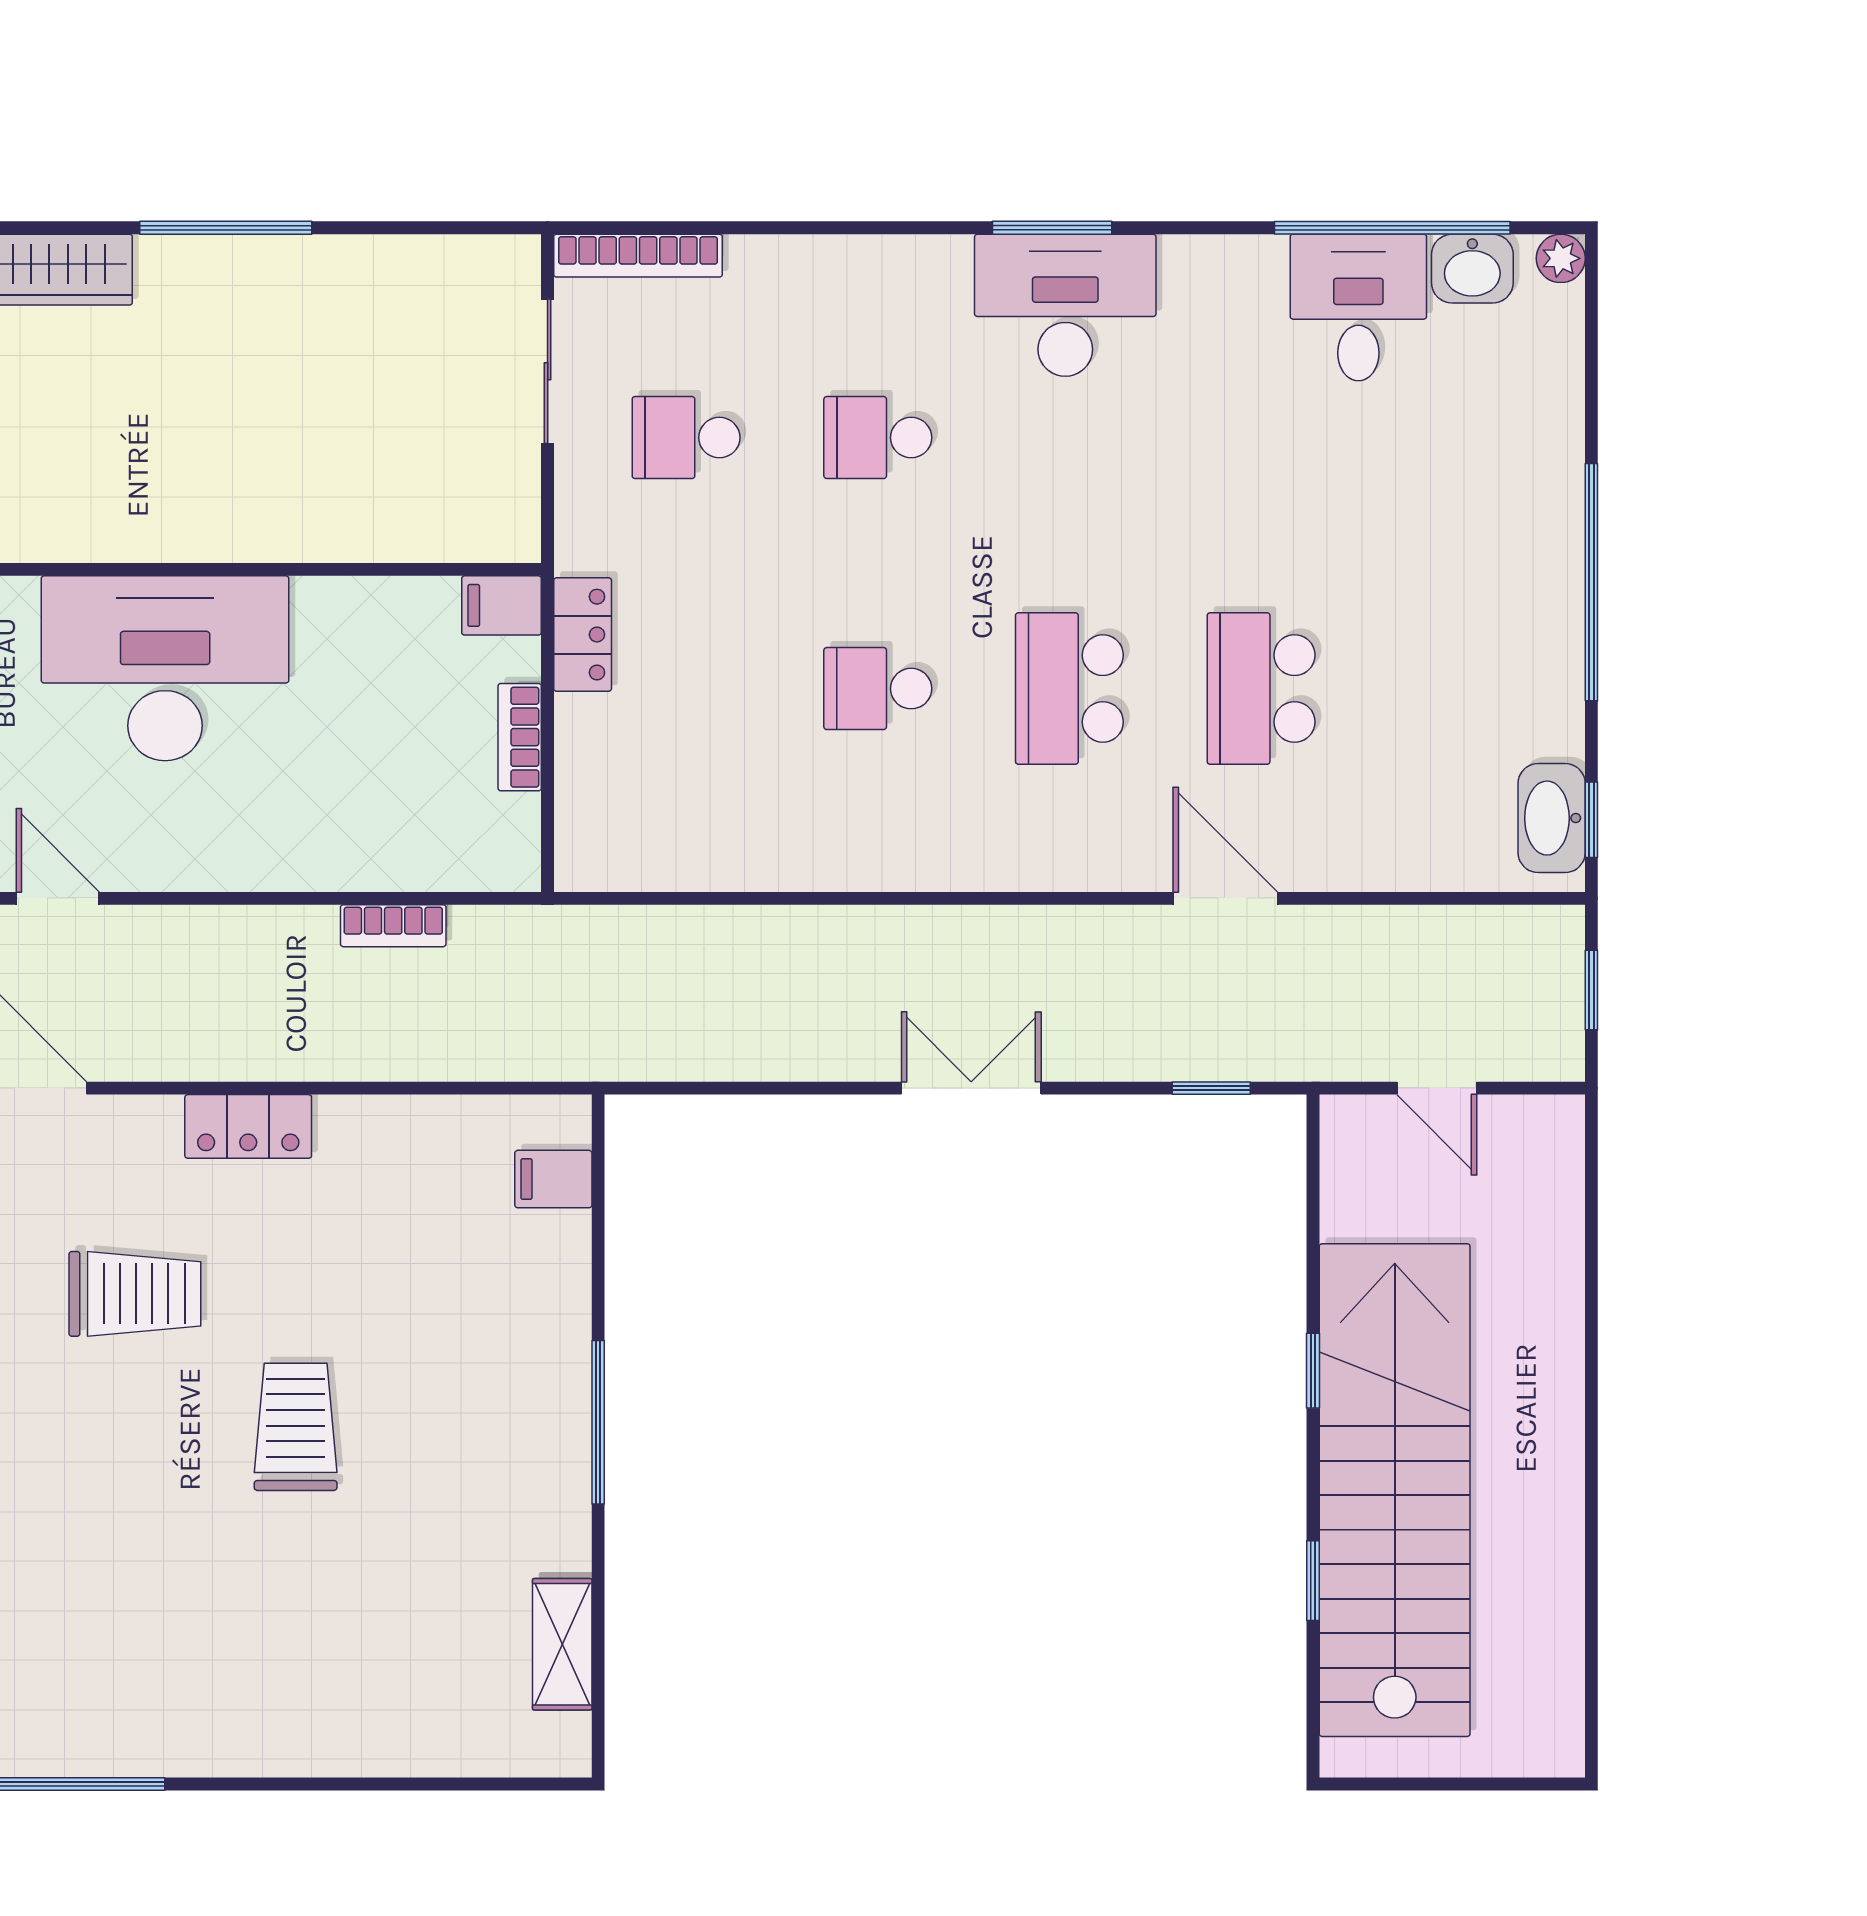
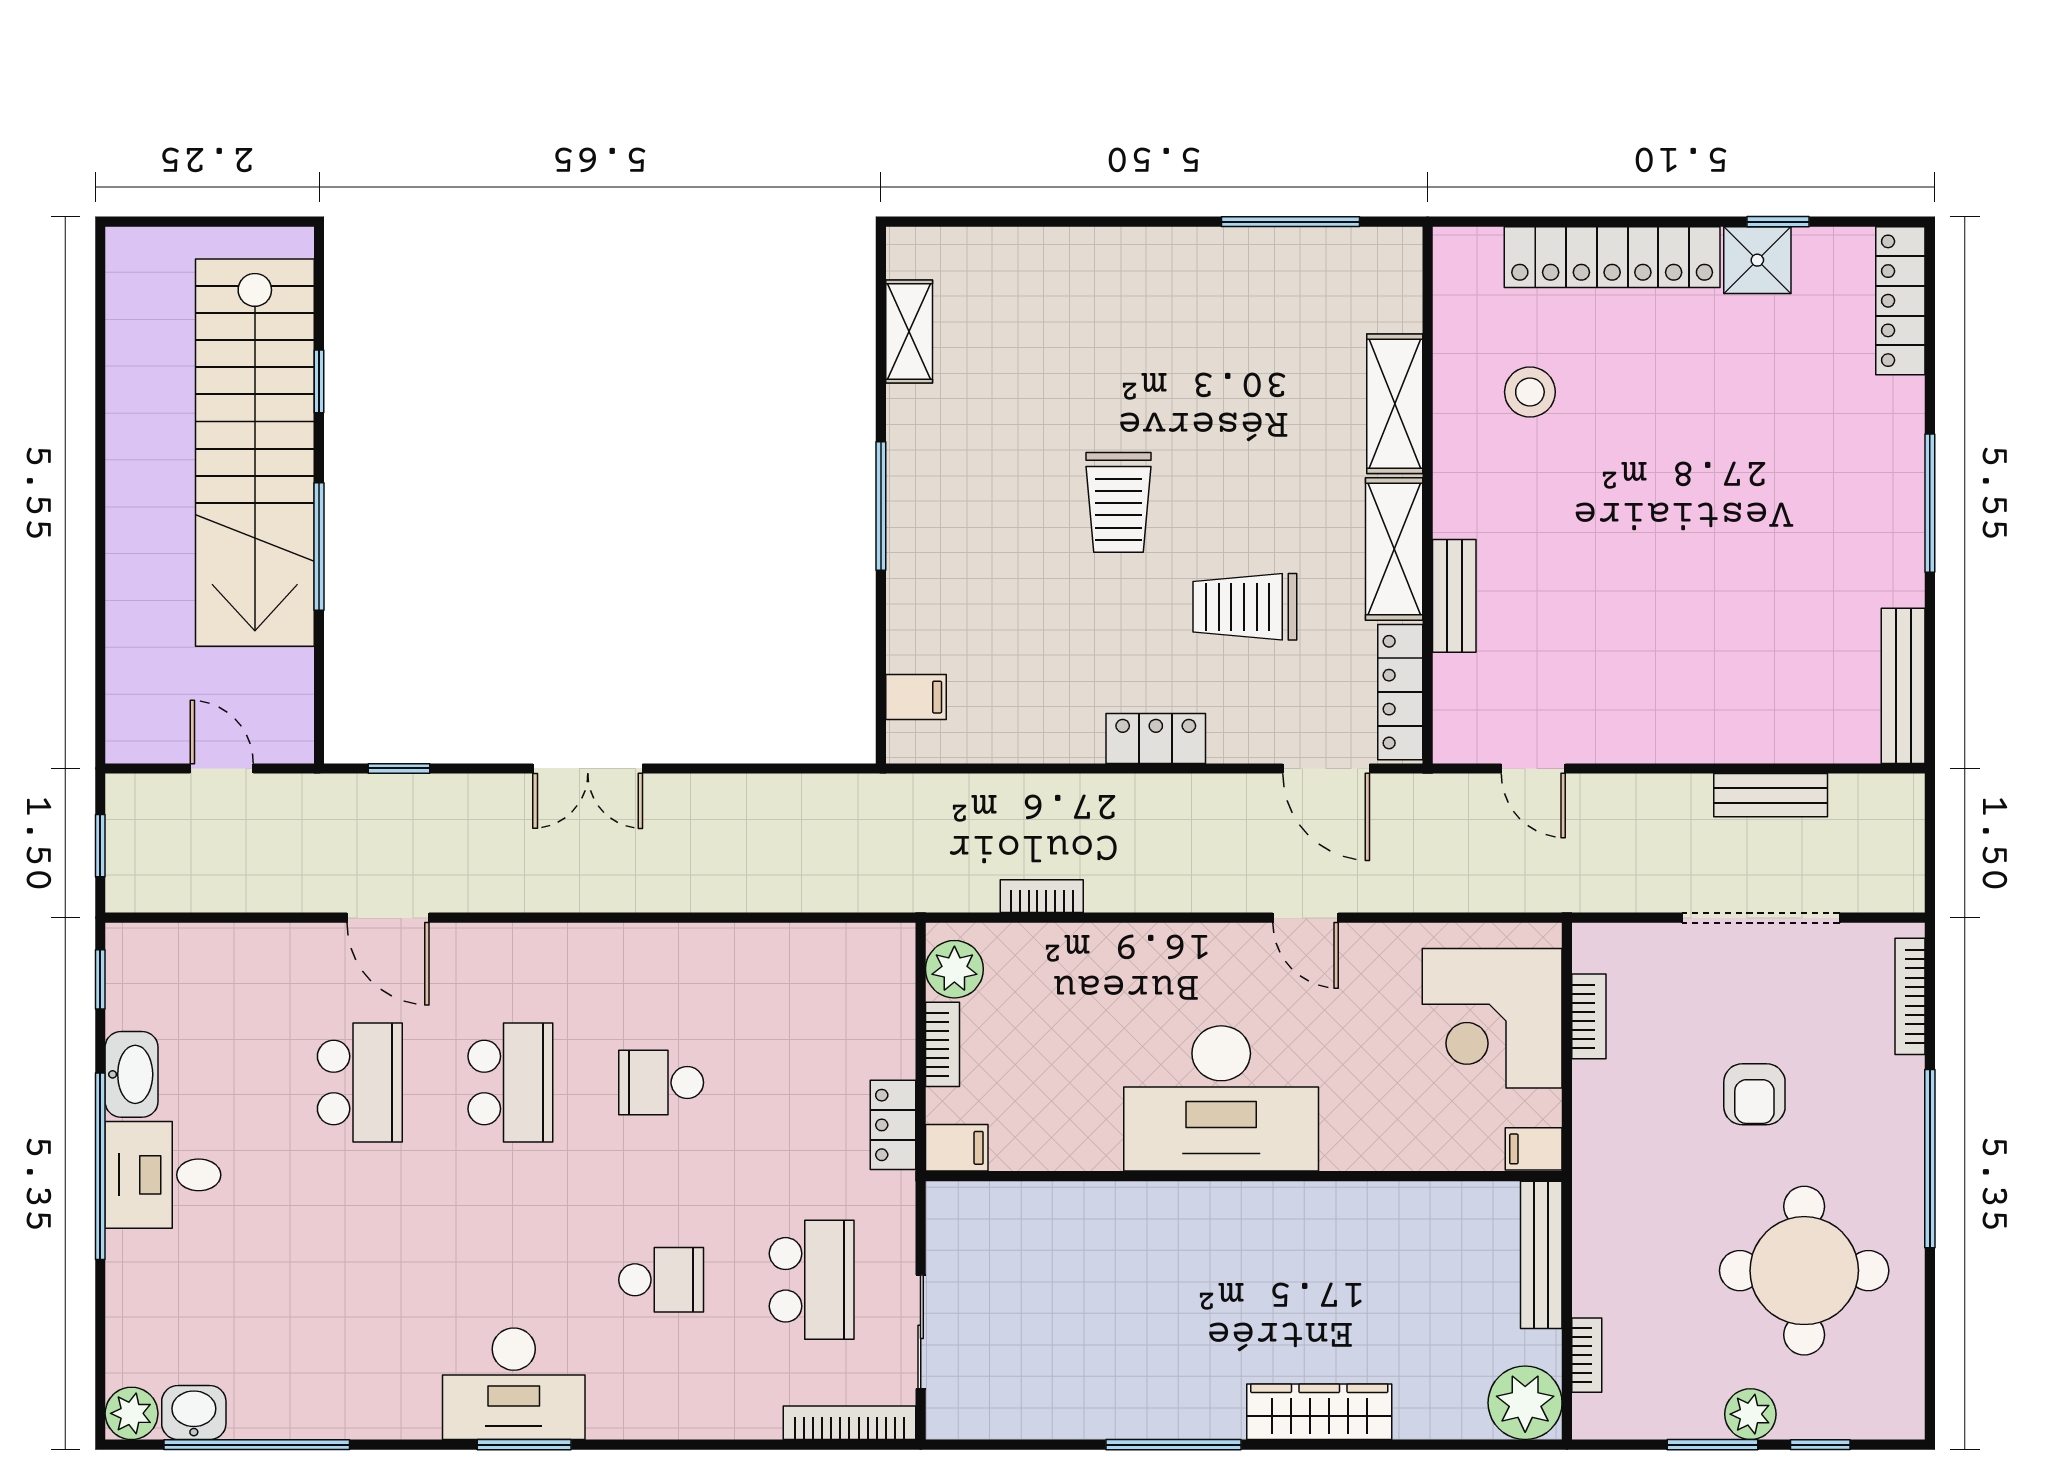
plant: (1561, 258) -> (132, 1413), width x1.38, depth x1.38
desk: (1358, 308) -> (163, 1175), moved, turned 90
school desk: (686, 438) -> (812, 1280), width x1.85
school desk: (878, 689) -> (661, 1083), turned 180
washbasin: (1552, 818) -> (132, 1074), moved
plant: (504, 833) -> (954, 969), added
window: (1313, 1371) -> (319, 547), width x2.17

